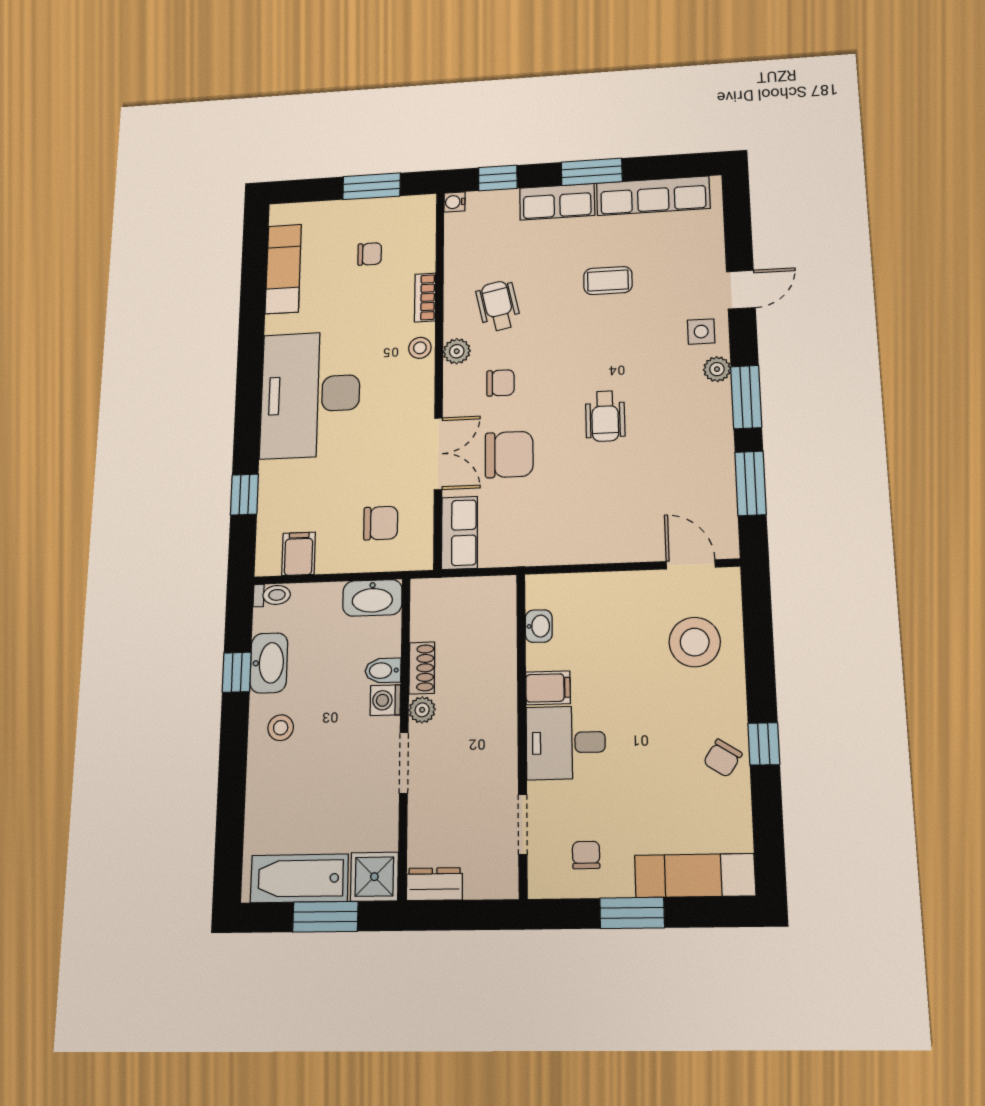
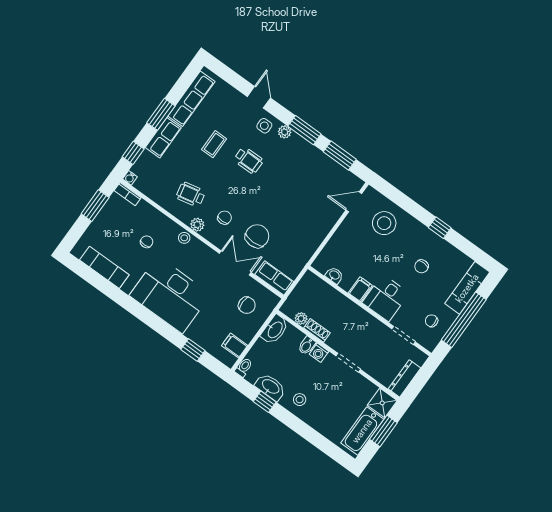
chair: (370, 254) -> (147, 242), moved
bookcase: (425, 297) -> (128, 194), moved
wheelchair: (605, 416) -> (248, 160), moved
chair: (381, 523) -> (247, 305), turned 90
plant: (422, 710) -> (301, 318), moved
chair: (723, 758) -> (422, 266), moved, turned 57
dresser: (434, 884) -> (404, 378), width x1.44
window: (632, 913) -> (464, 320), width x2.11

